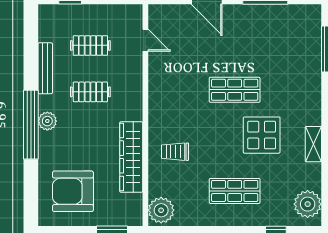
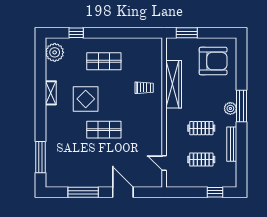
window: (31, 125) -> (242, 106), width x0.68
plant: (161, 210) -> (154, 48), removed

